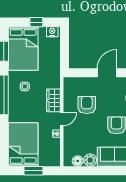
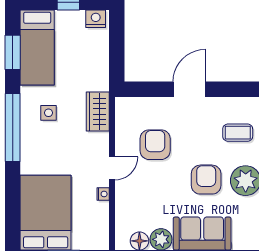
bed: (23, 48) -> (37, 47), width x0.67
wardrobe: (53, 100) -> (98, 112), moved

